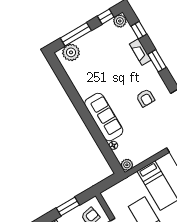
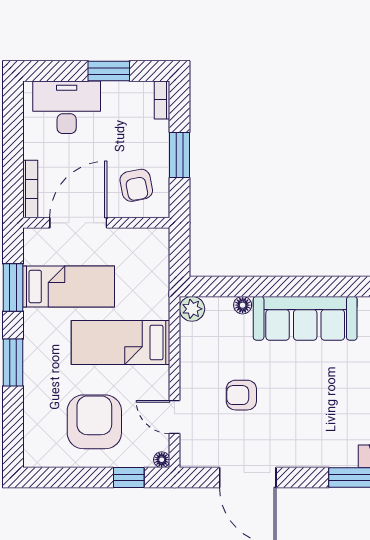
armchair: (145, 98) -> (241, 395), moved

